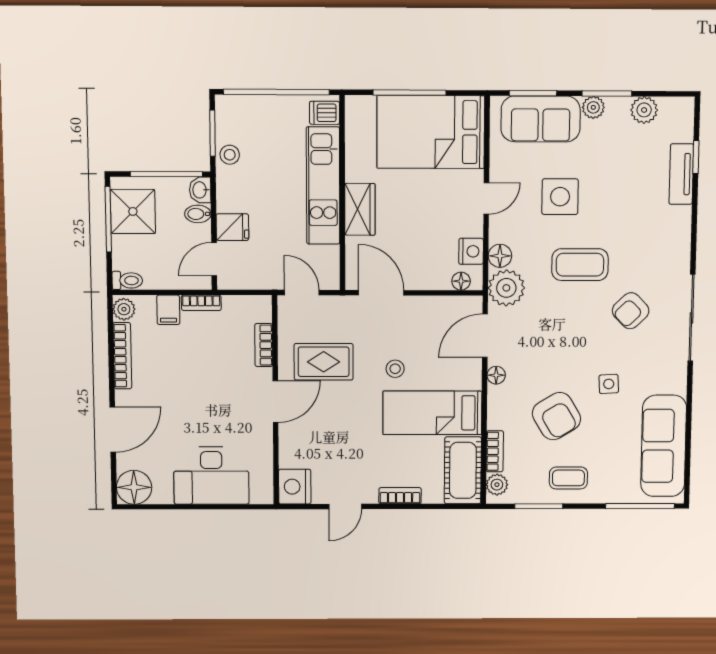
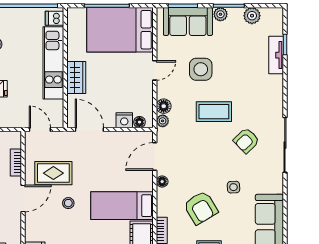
nightstand: (471, 251) -> (124, 120), moved, turned 90
plant: (506, 288) -> (163, 121), width x0.53, depth x0.53
stool: (395, 369) -> (68, 203), moved

